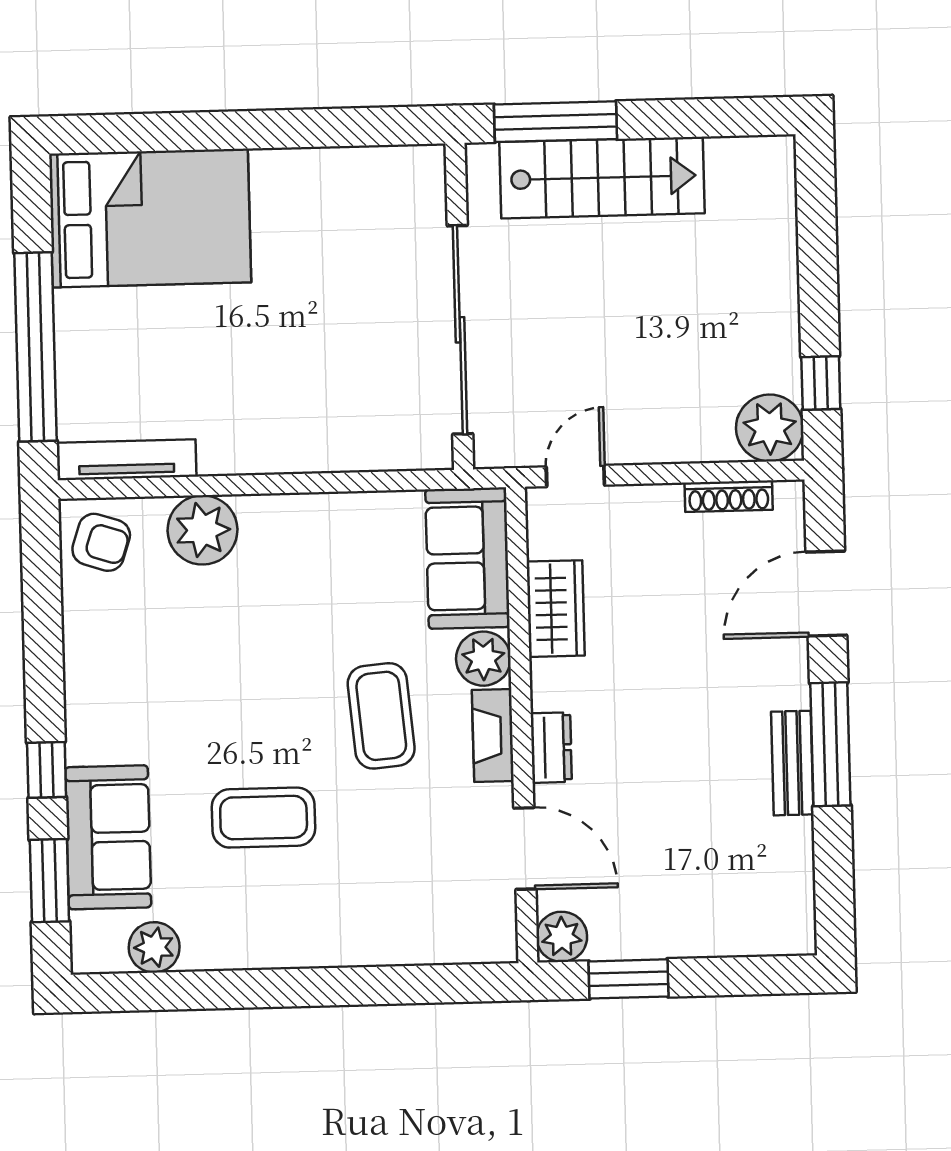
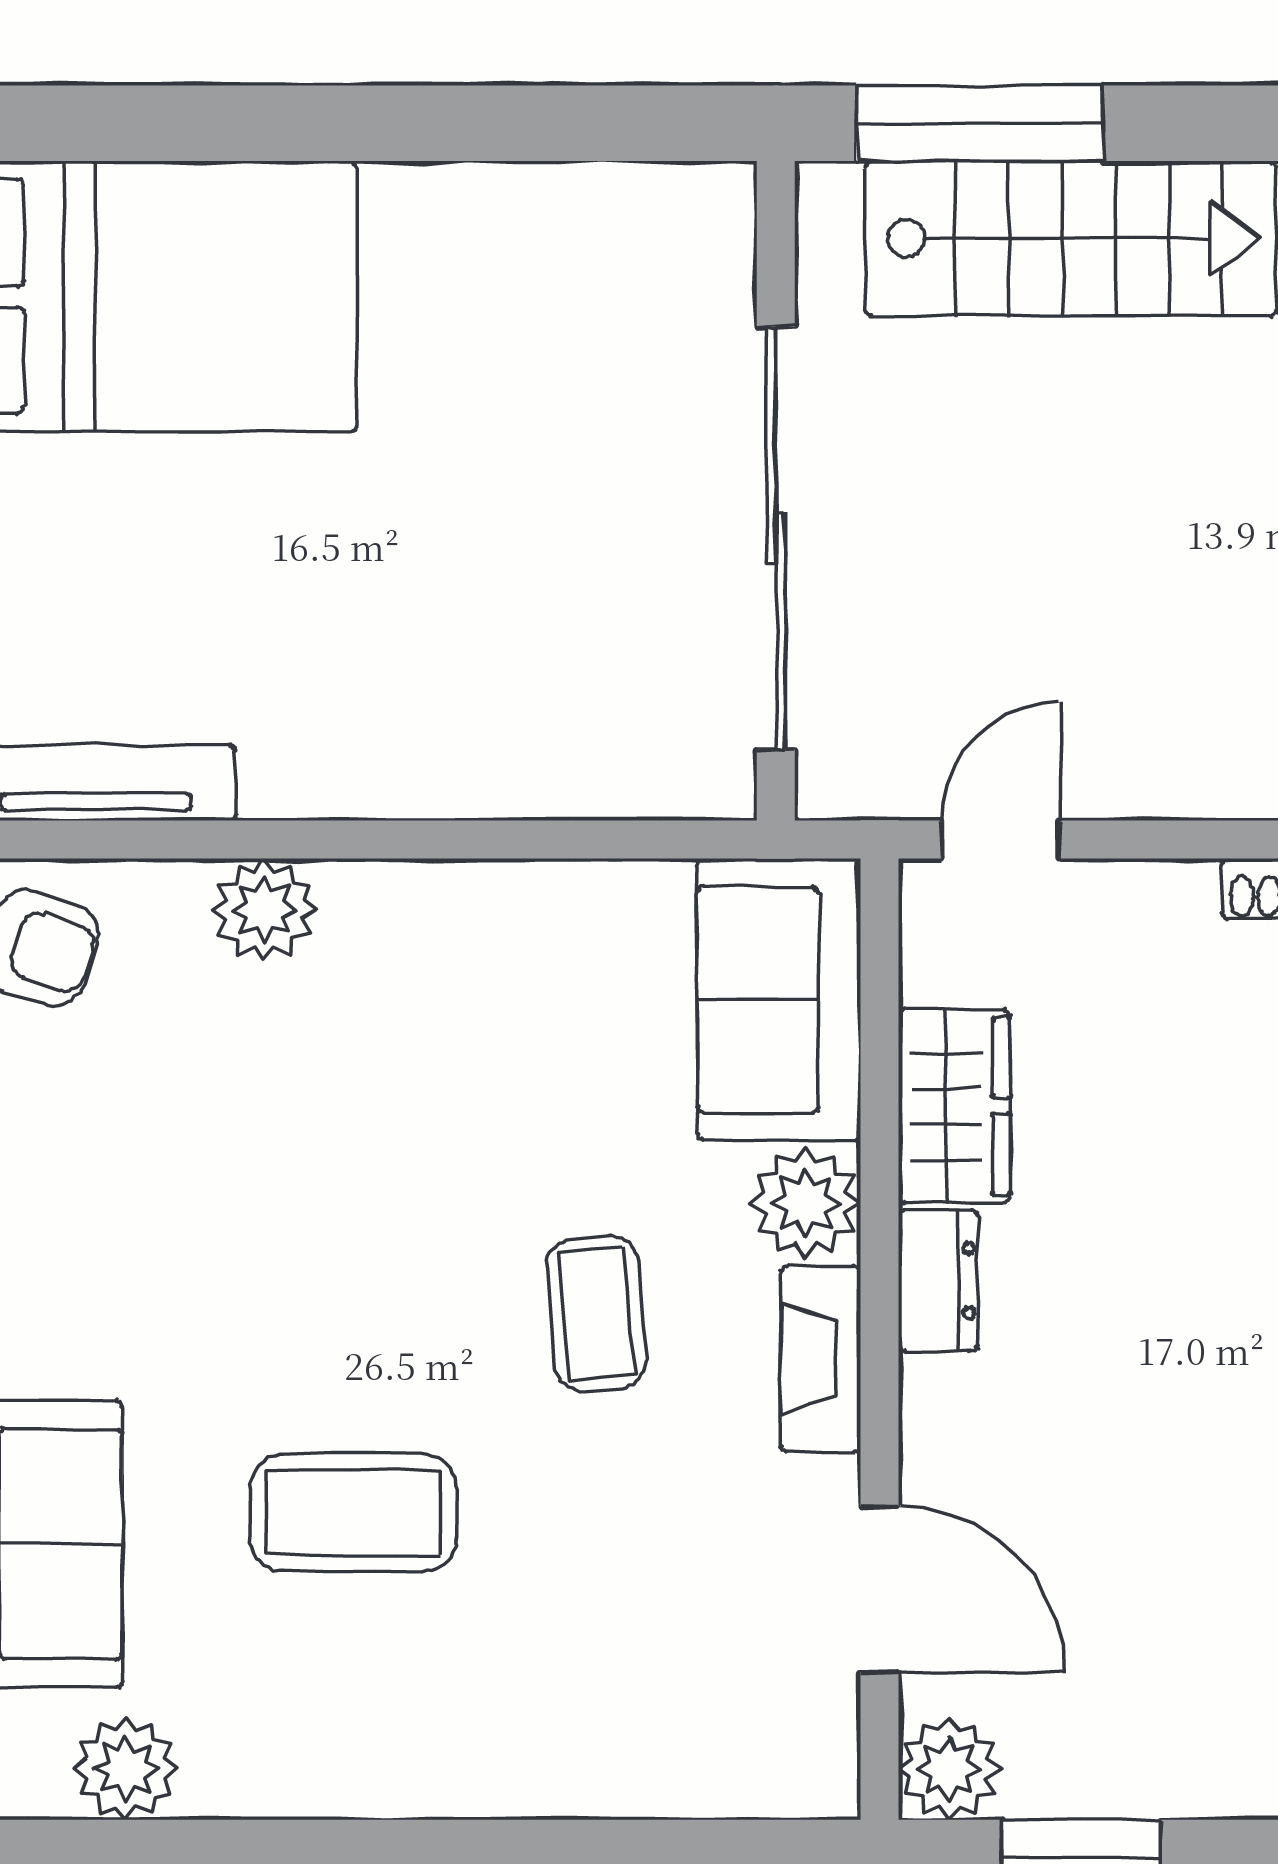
plant: (202, 530) -> (264, 910), width x0.73, depth x0.73
coffee table: (381, 716) -> (596, 1313), width x0.73, depth x0.77
dresser: (551, 748) -> (938, 1281), moved

